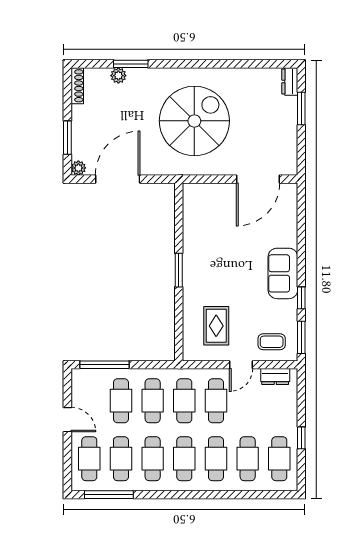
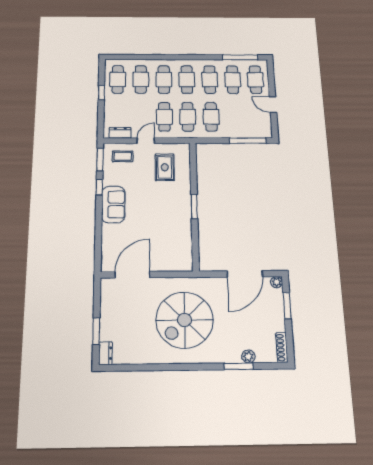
cafe table: (121, 401) -> (234, 117), removed

